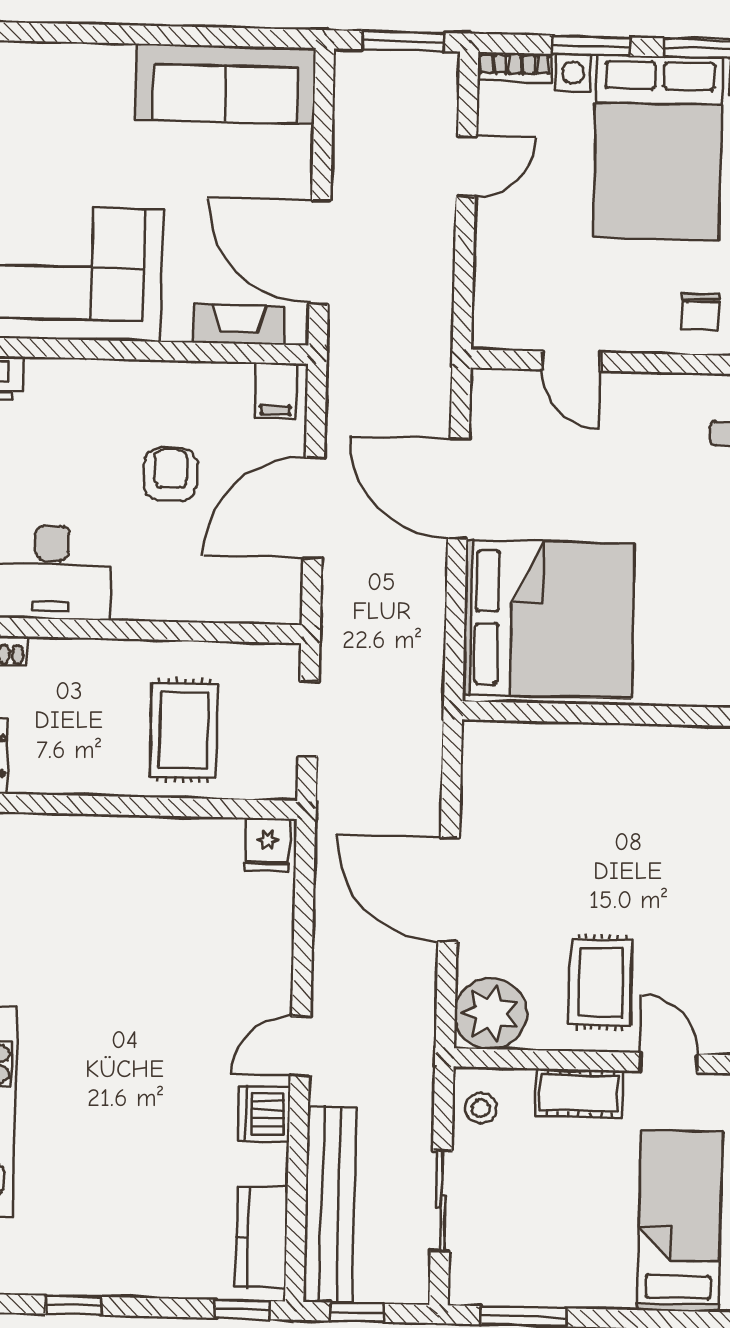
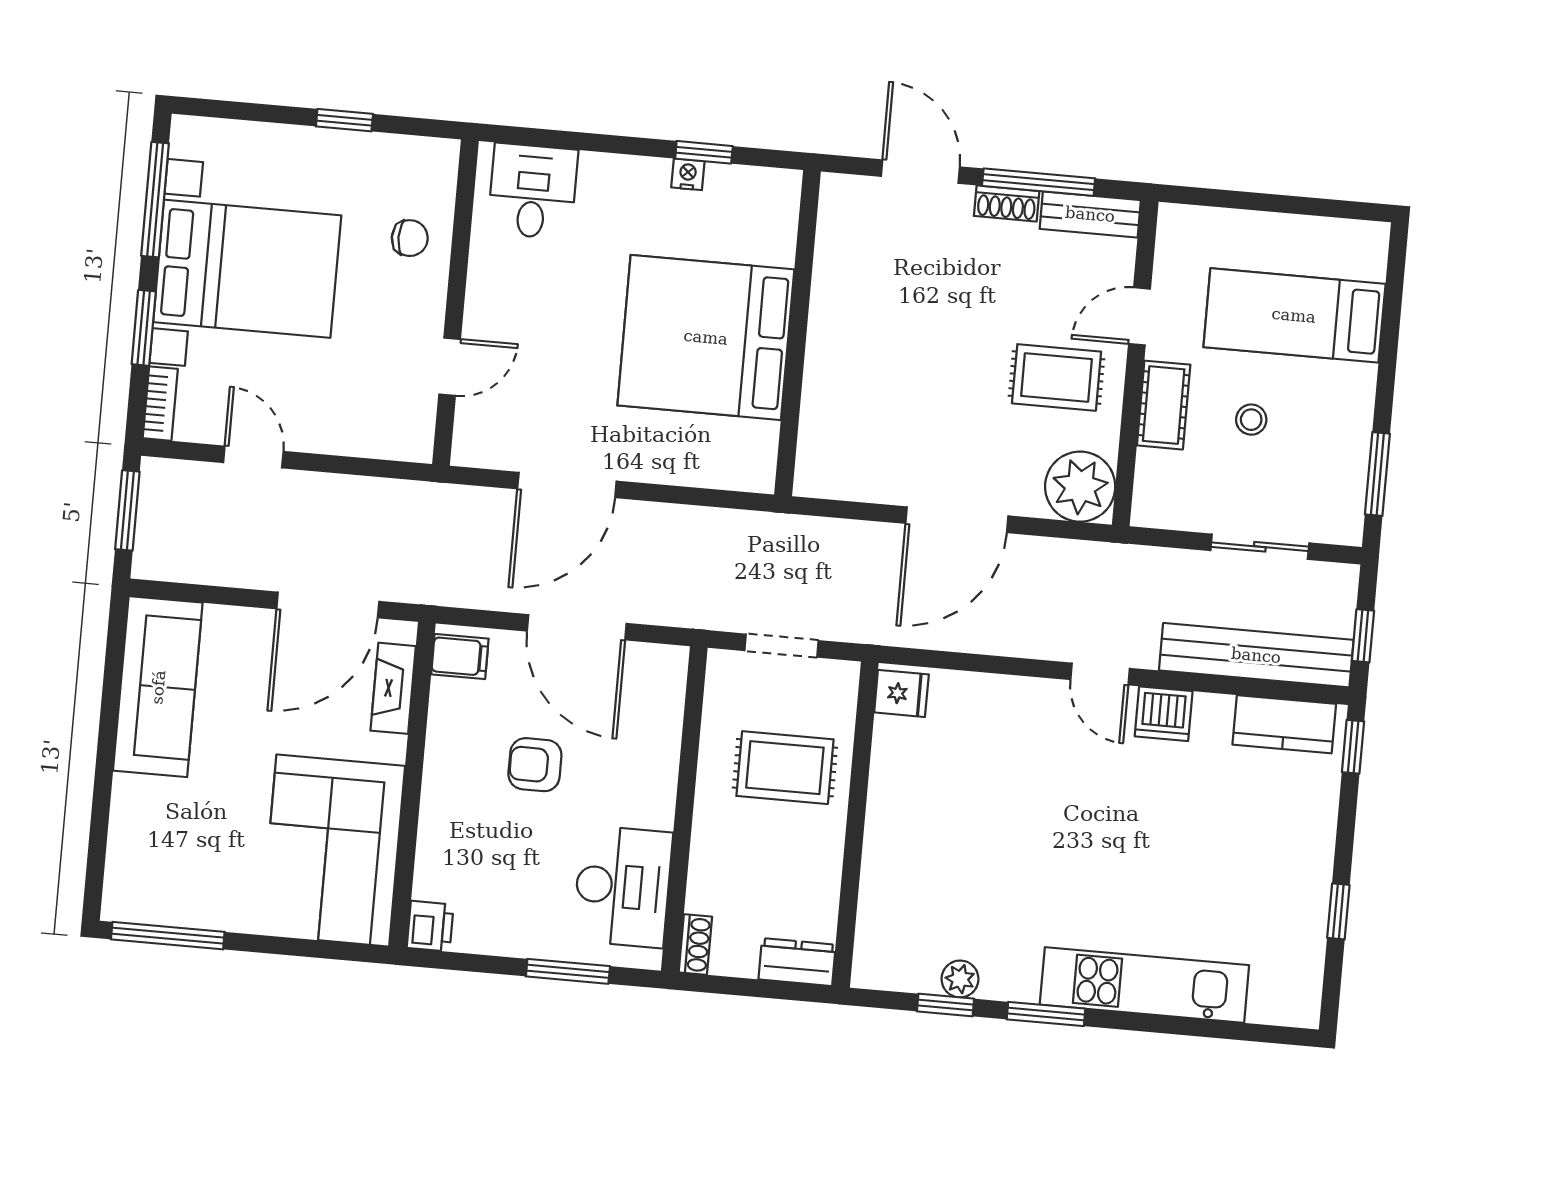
bed: (548, 619) -> (706, 337), moved, turned -90
stool: (481, 1108) -> (1251, 420), moved

